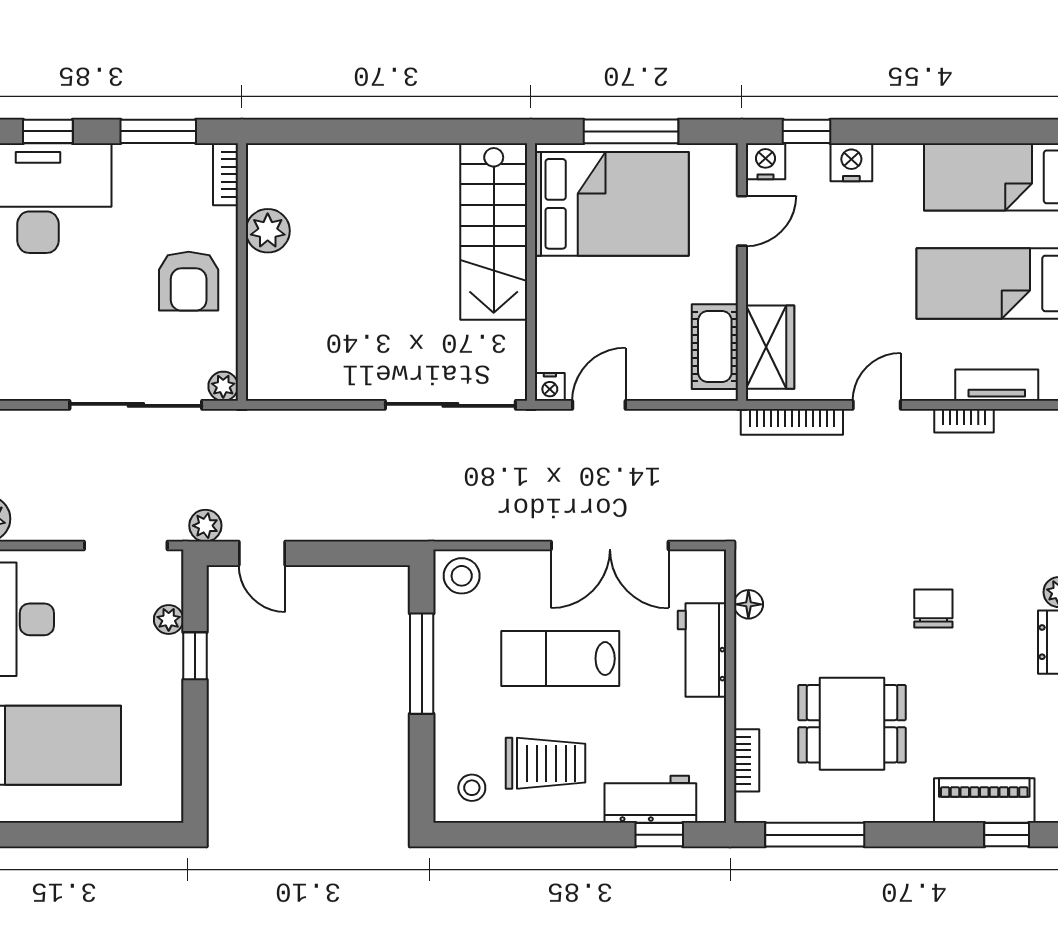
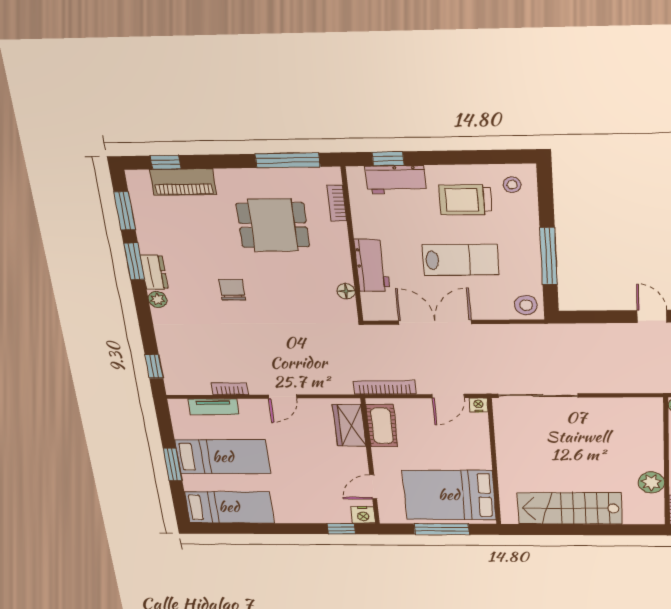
nightstand: (851, 162) -> (314, 514), removed
stairs: (494, 232) -> (570, 508), moved, turned -90
bookcase: (792, 422) -> (385, 388), moved
chair: (933, 608) -> (232, 290), turned 180

